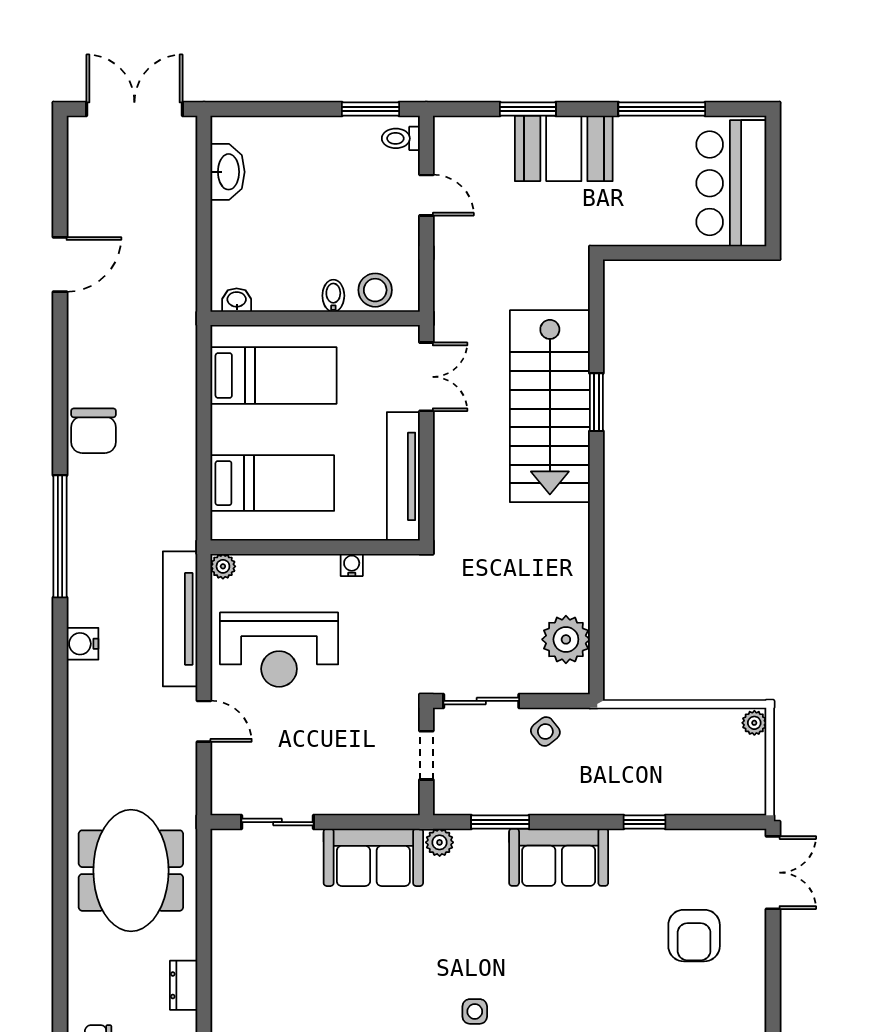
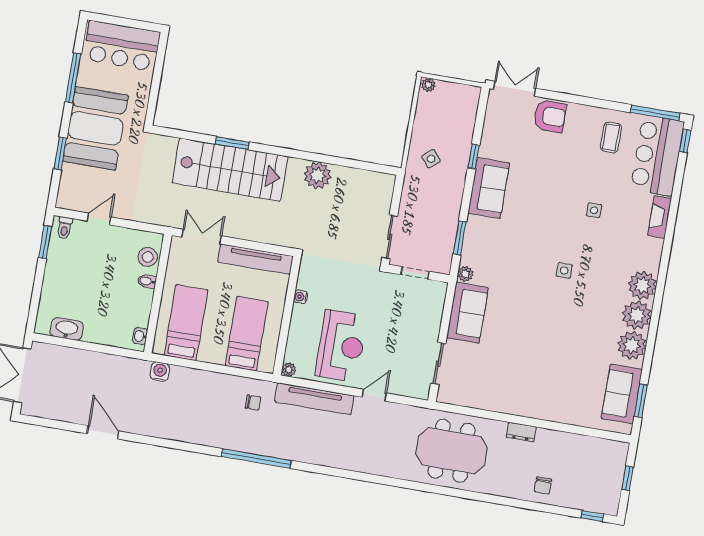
booth: (564, 148) -> (95, 128), width x1.36, depth x1.42
chair: (94, 431) -> (253, 402), moved, width x0.54, depth x0.54
plant: (566, 639) -> (317, 175), moved
water cooler: (82, 644) -> (160, 372), moved, turned 180
side table: (545, 731) -> (431, 159), moved
sofa: (559, 857) -> (489, 188), moved
armchair: (694, 936) -> (550, 116), moved

